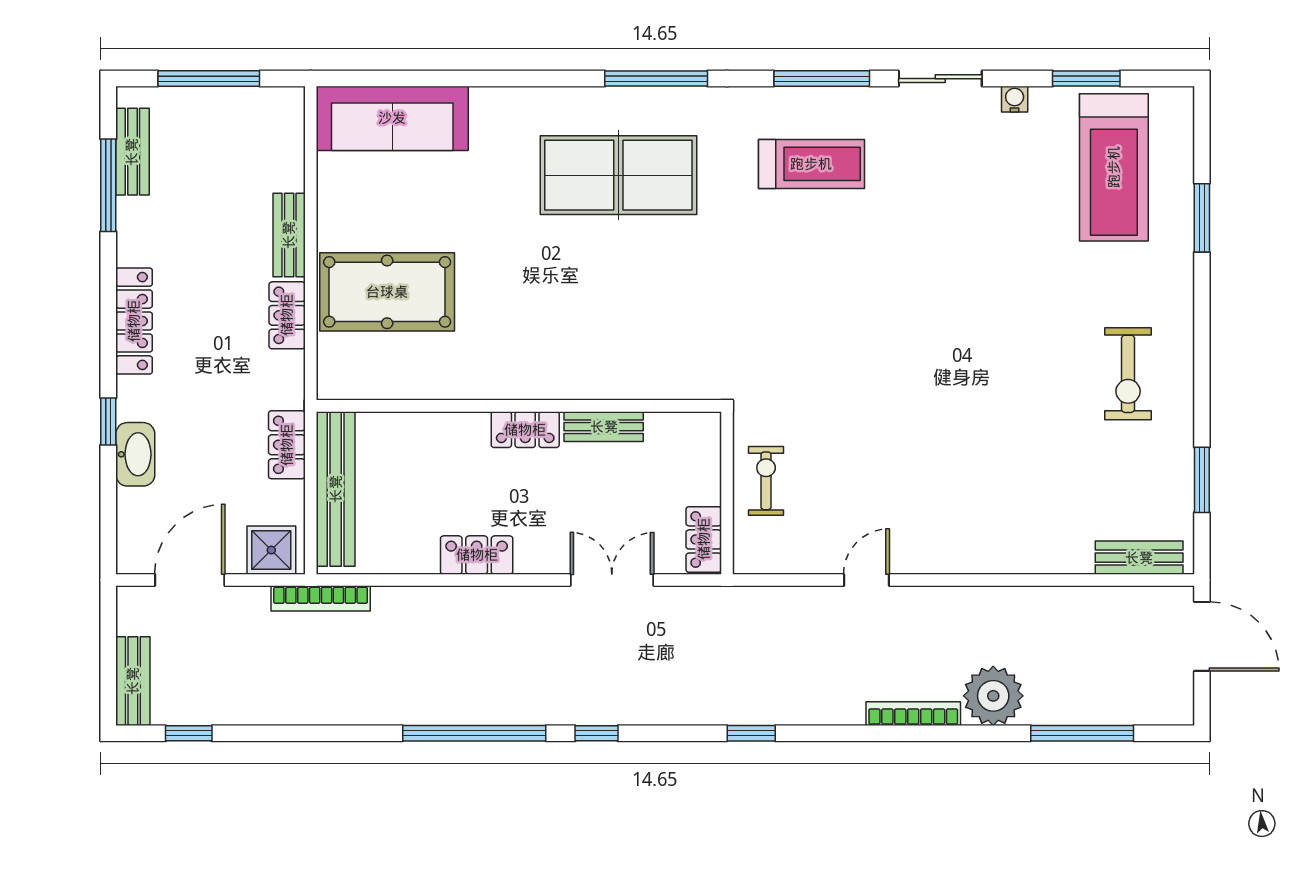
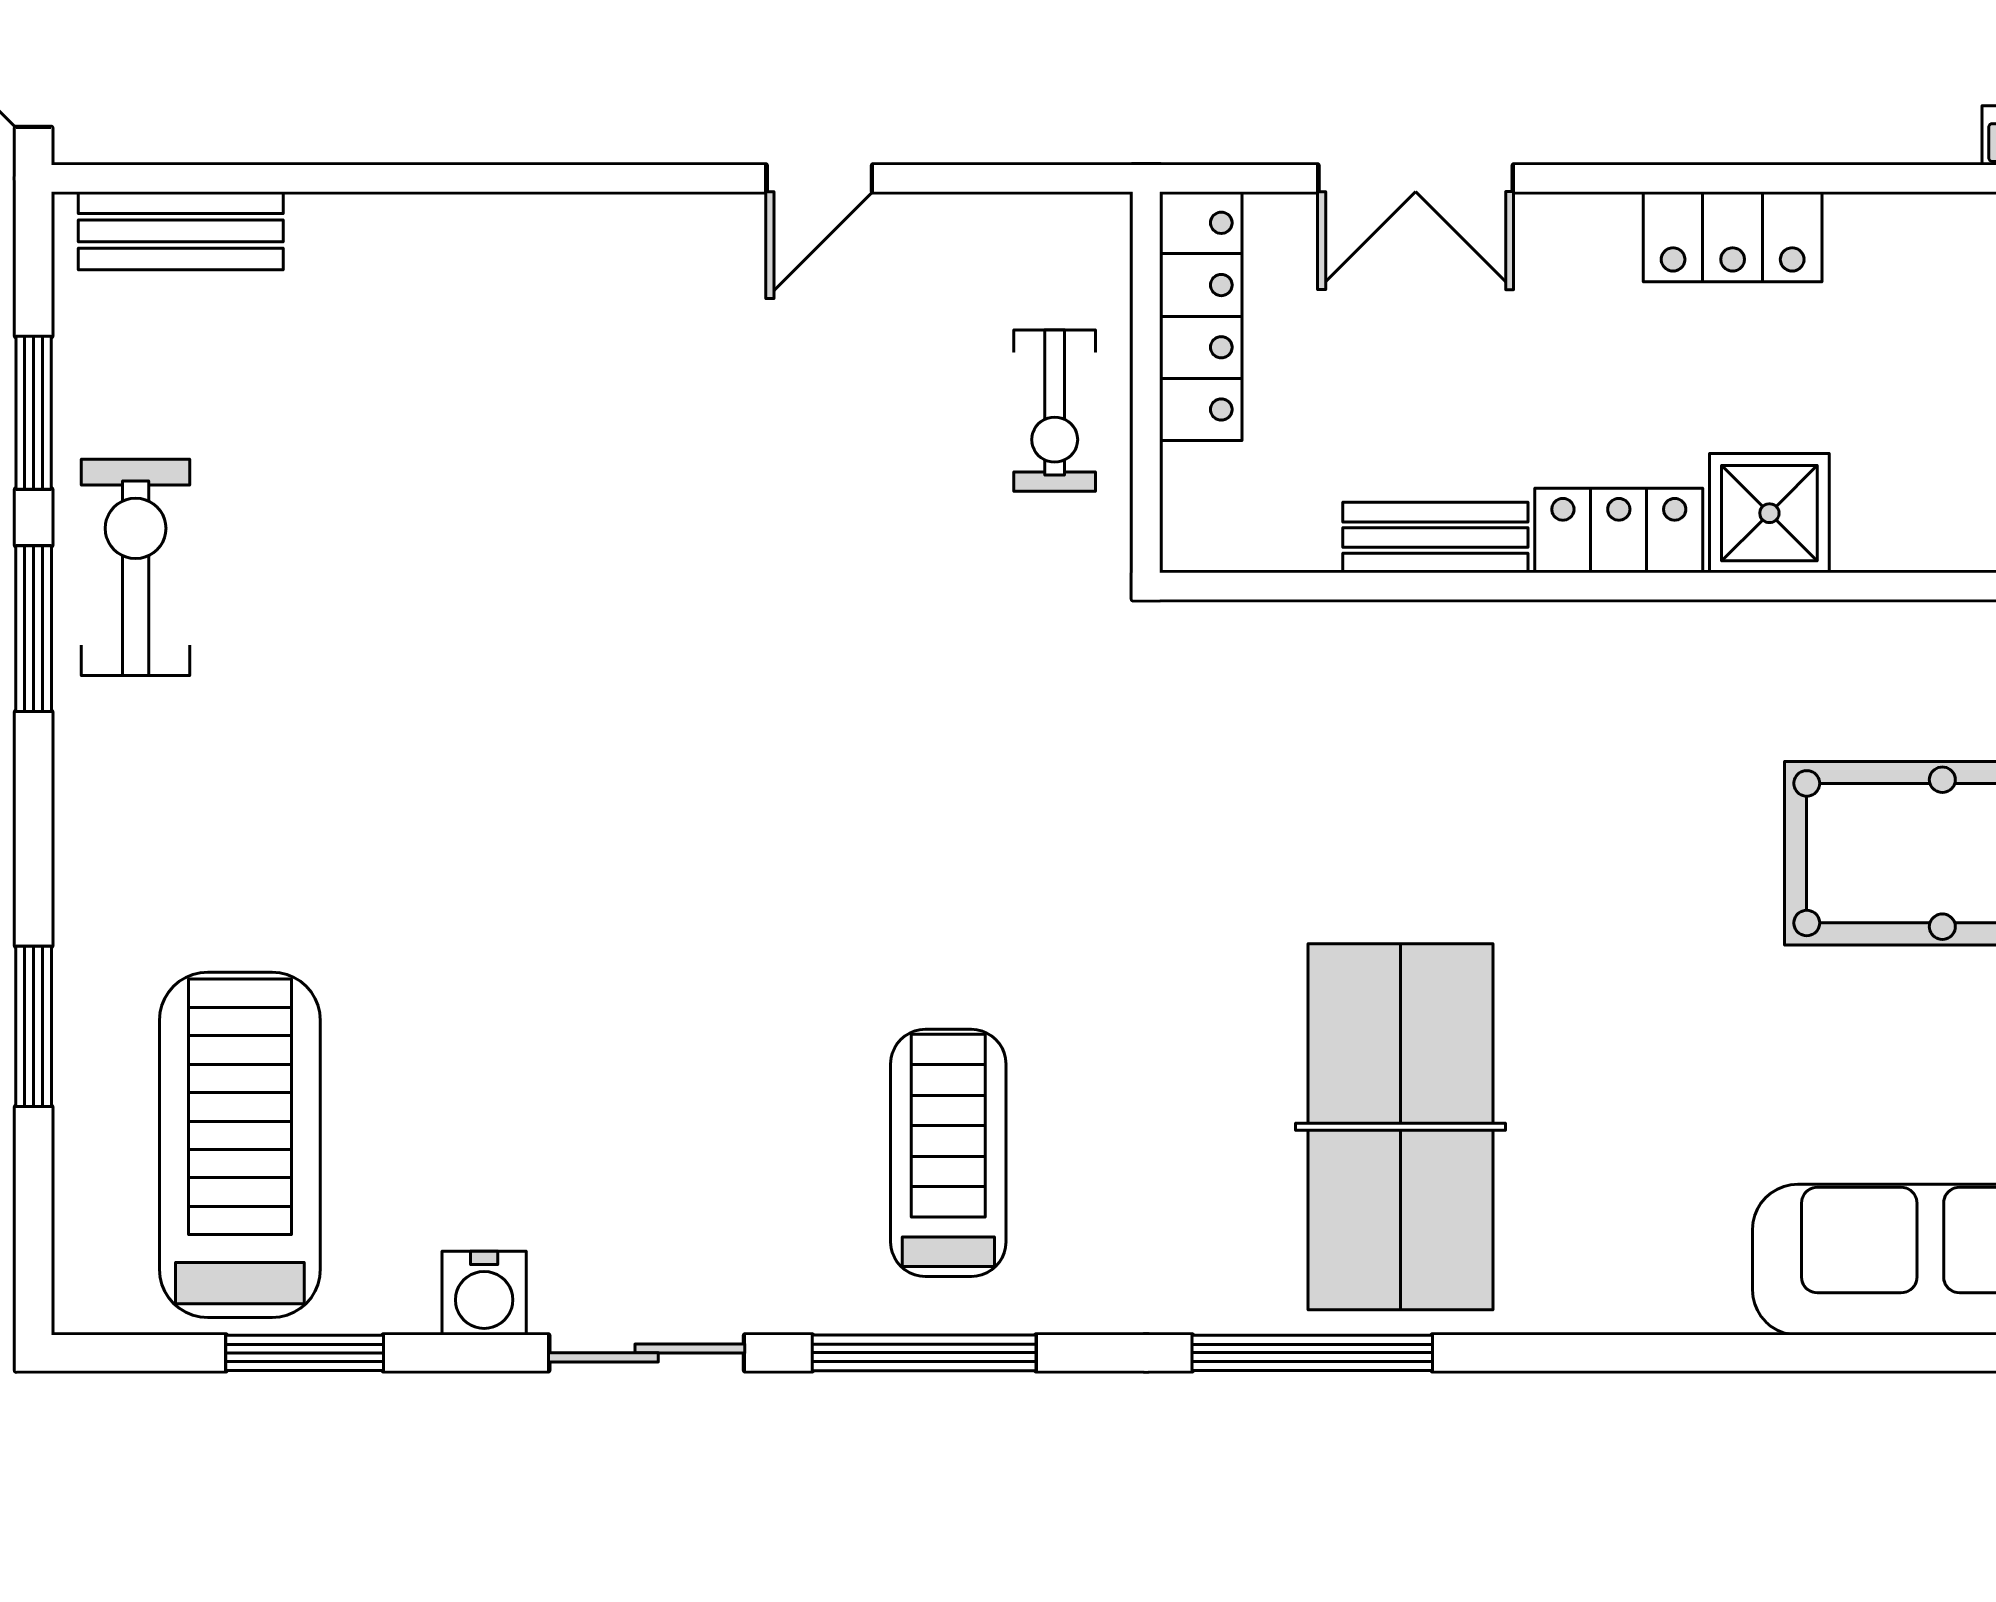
water cooler: (1015, 99) -> (484, 1293), width x1.38, depth x1.38
treadmill: (811, 164) -> (948, 1153), turned 90
table tennis table: (618, 175) -> (1400, 1127), turned 90
exercise bike: (1128, 374) -> (136, 567), moved
window: (1202, 388) -> (34, 629), added
shower: (461, 437) -> (1769, 513), added
locker: (704, 539) -> (1201, 316), width x1.53

